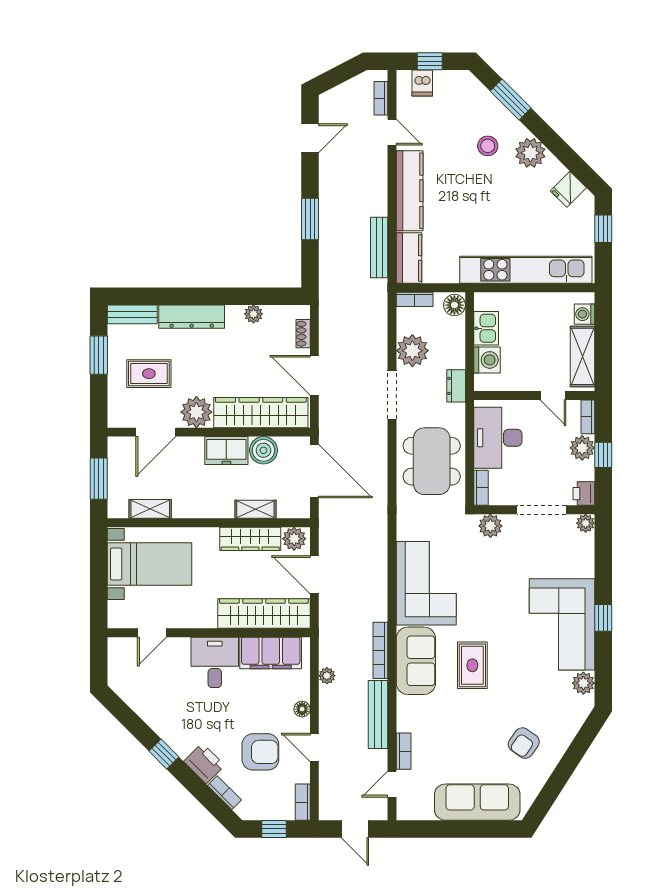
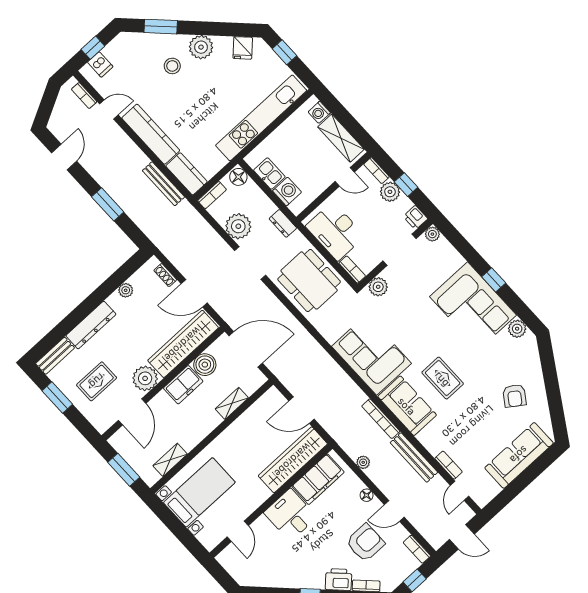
wardrobe: (250, 539) -> (245, 423), removed
plant: (294, 539) -> (270, 400), removed

